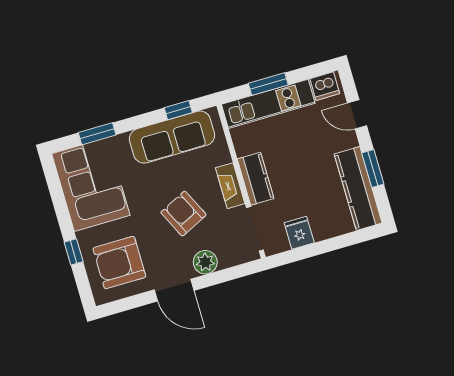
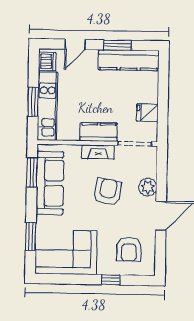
window: (178, 110) -> (32, 173), width x1.50
armchair: (183, 214) -> (108, 192), turned 126
armchair: (119, 263) -> (129, 249), width x0.73, depth x0.73

